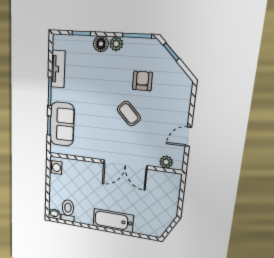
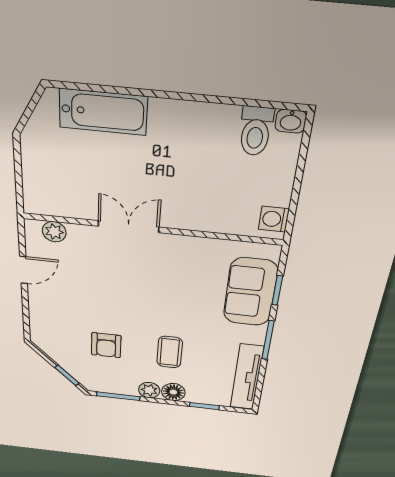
tv unit: (58, 69) -> (247, 377), width x1.41
coffee table: (129, 114) -> (170, 352), moved, turned 44
double door: (125, 165) -> (128, 227), width x0.73
bathtub: (113, 221) -> (103, 112), moved

